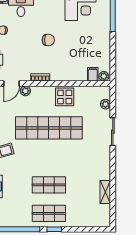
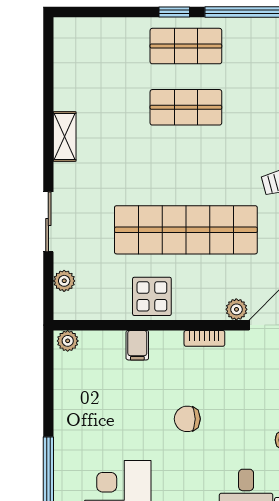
filing cabinet: (93, 74) -> (137, 345), moved
shelving: (105, 192) -> (65, 136), moved

